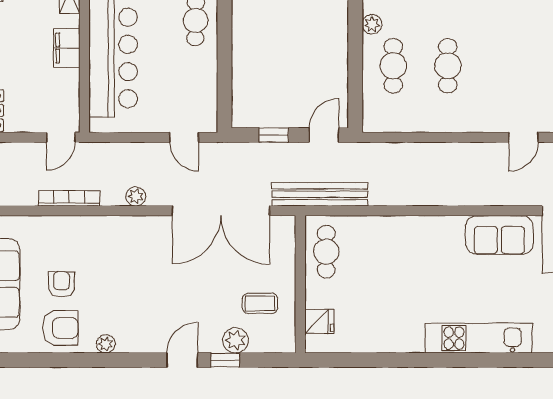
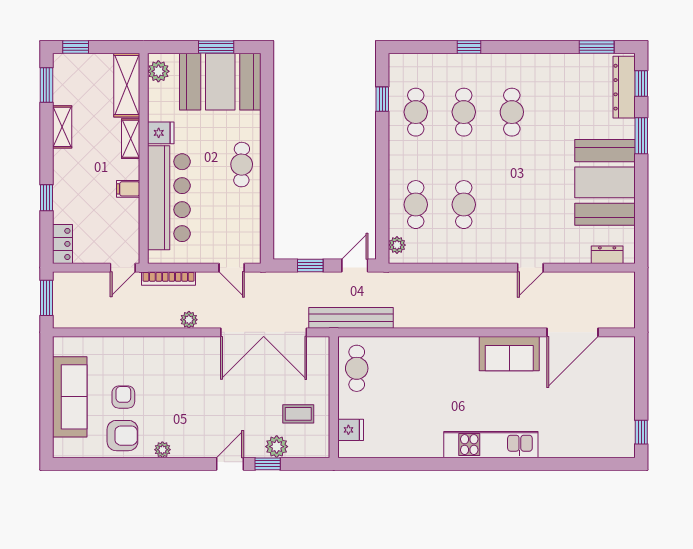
plant: (372, 24) -> (397, 245), moved
filing cabinet: (67, 48) -> (128, 189), width x0.50
bookcase: (69, 198) -> (169, 279), moved, turned 180

